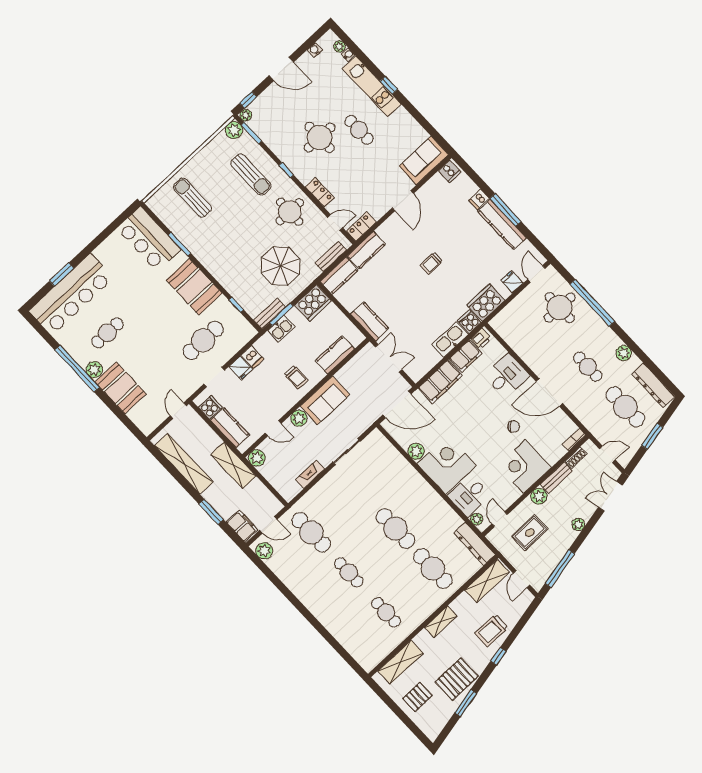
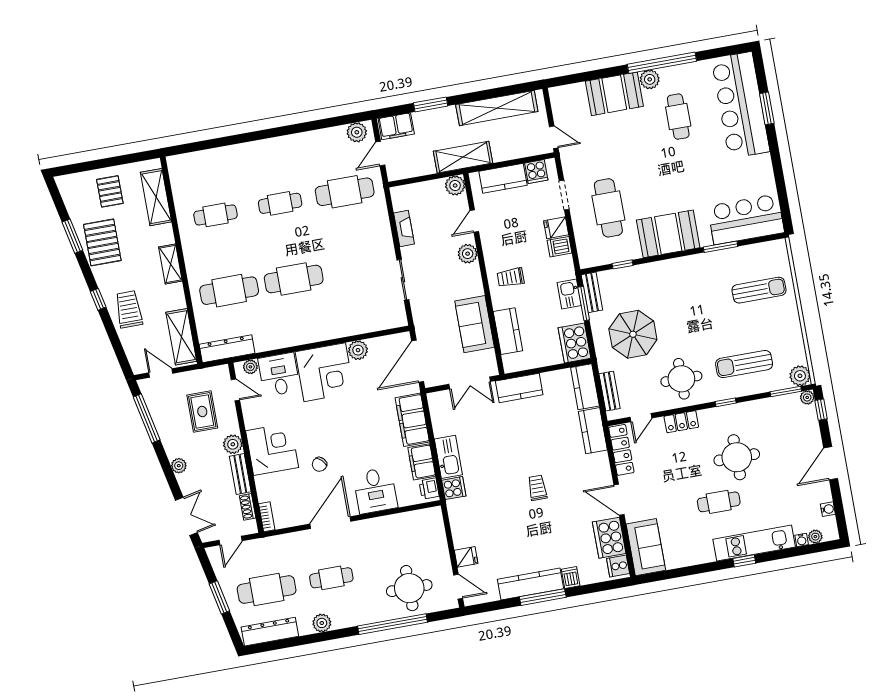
locker: (361, 227) -> (621, 450), width x1.53
cooker: (486, 303) -> (609, 538), moved, turned 180
sofa: (325, 400) -> (475, 324), moved

